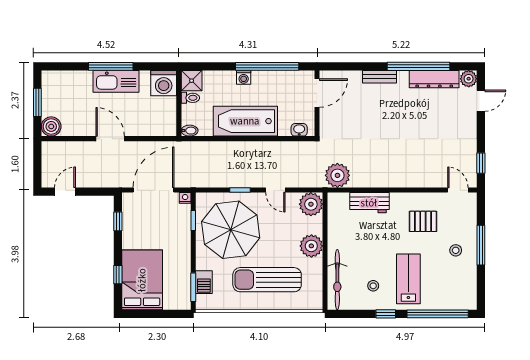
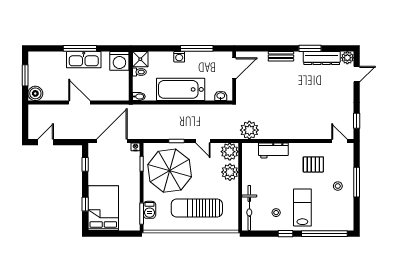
window: (267, 66) -> (197, 48), width x0.68
window: (418, 66) -> (310, 48), width x0.47
plant: (311, 246) -> (230, 172), moved

